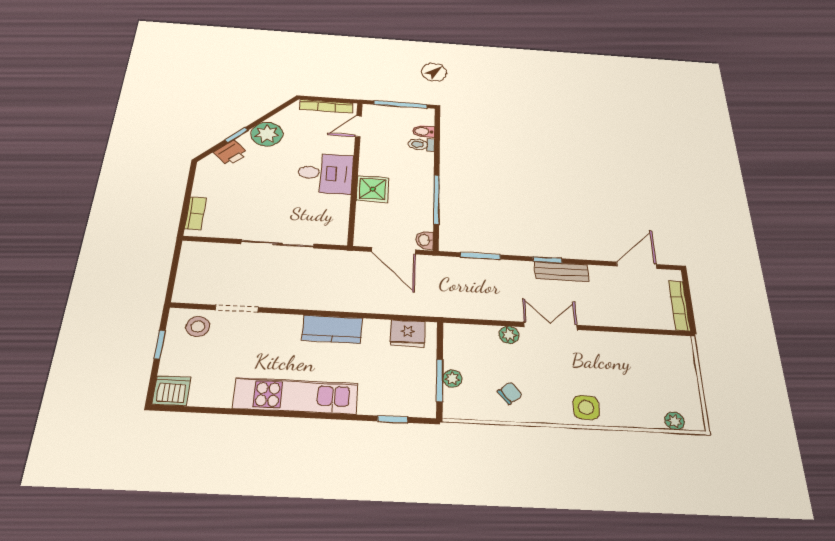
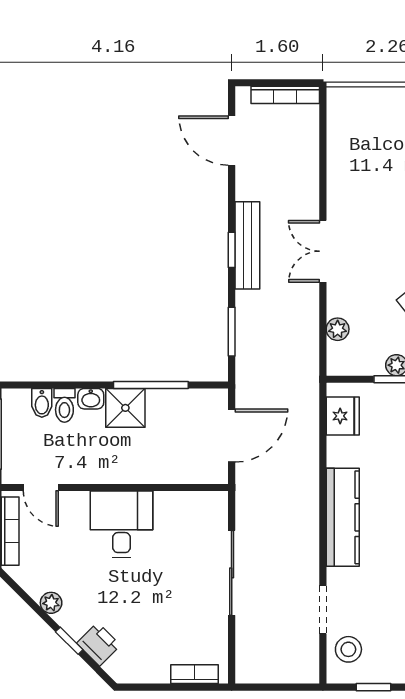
plant: (267, 134) -> (51, 603), width x0.53, depth x0.53
shower: (373, 189) -> (125, 408), moved
washbasin: (425, 240) -> (91, 399), moved
bench: (562, 272) -> (247, 245), width x1.36
kitchen counter: (332, 329) -> (343, 517), width x1.50
plant: (509, 335) -> (338, 329), moved

